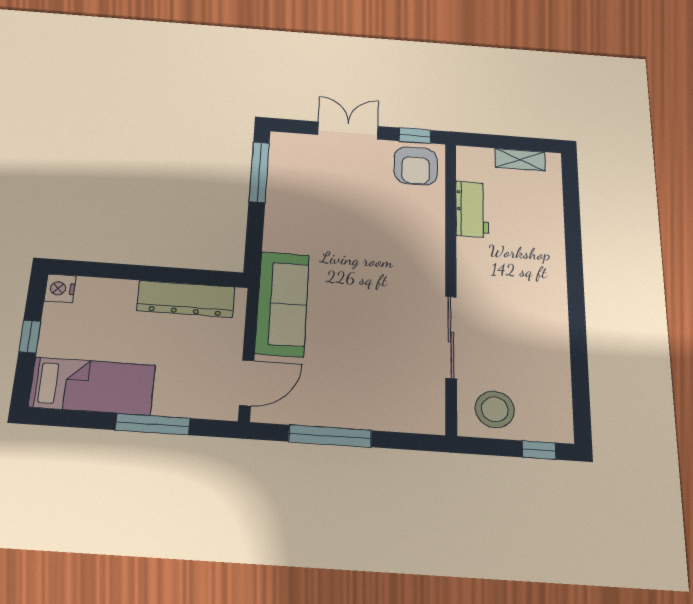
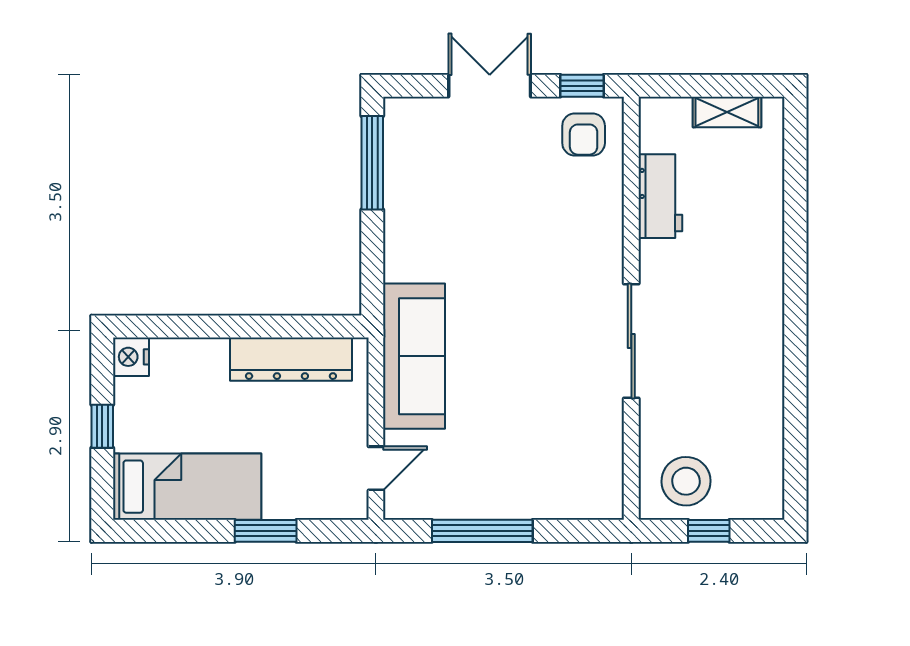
armchair: (416, 166) -> (584, 134), width x0.72, depth x0.72
sliding door: (451, 337) -> (631, 341), moved
door: (247, 383) -> (376, 468), width x0.73
window: (153, 424) -> (266, 531), width x0.69
window: (539, 450) -> (709, 531), moved

